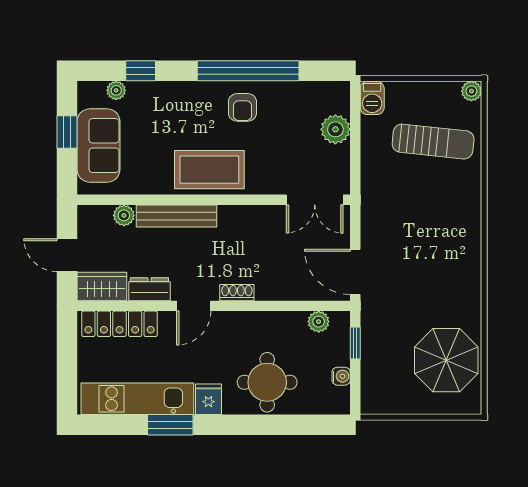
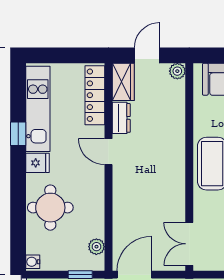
plant: (124, 215) -> (177, 71), moved
bench: (177, 216) -> (177, 139), removed
shoe rack: (237, 293) -> (119, 185), removed
water cooler: (341, 376) -> (33, 262), moved, turned 90
window: (170, 425) -> (18, 134), width x0.67

